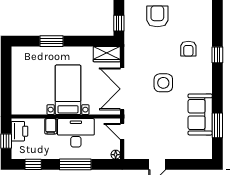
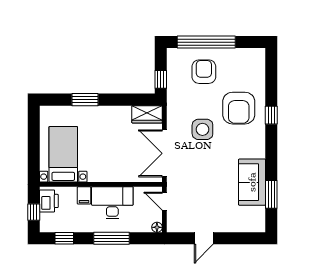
armchair: (188, 49) -> (239, 108), width x1.88, depth x1.88
side table: (163, 83) -> (202, 129), moved
bed with nightstands: (68, 90) -> (63, 154), moved

